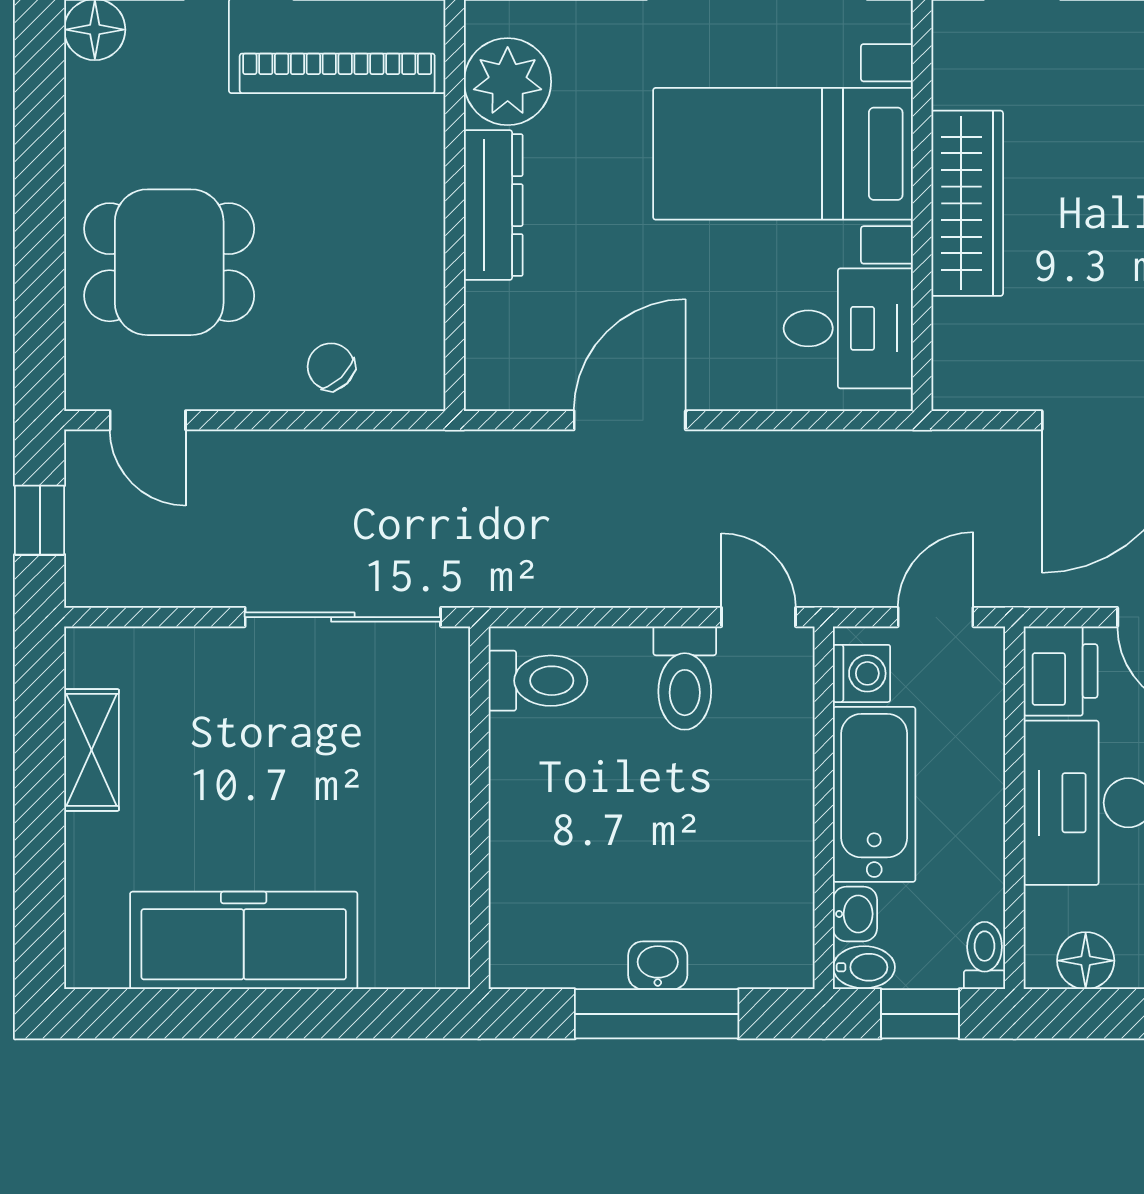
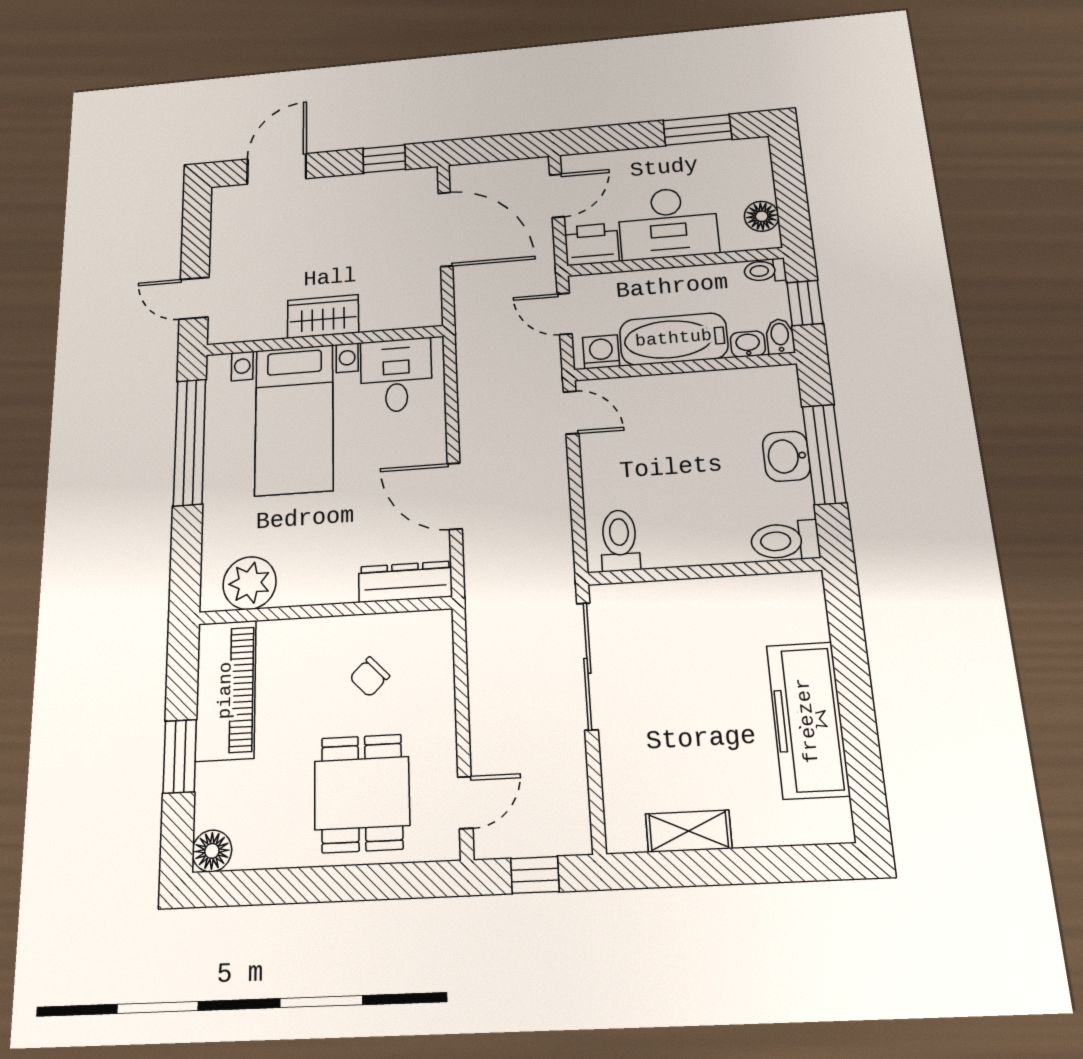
wardrobe: (967, 203) -> (323, 316), width x0.67
dresser: (493, 205) -> (405, 582), moved
chair: (331, 367) -> (370, 677), moved
door: (758, 617) -> (571, 413), swing flipped
toilet: (685, 678) -> (785, 541), moved, turned 180
washbasin: (658, 965) -> (786, 456), width x1.38, depth x1.45

